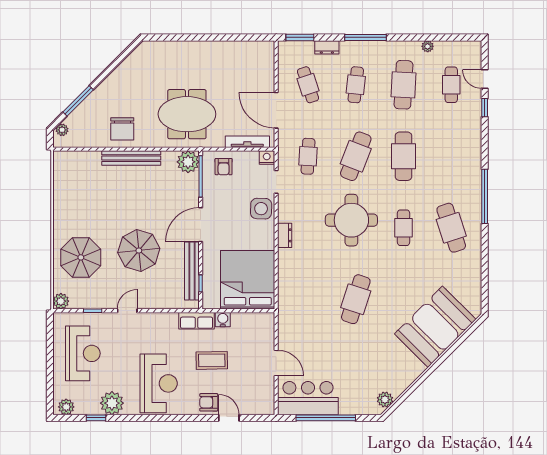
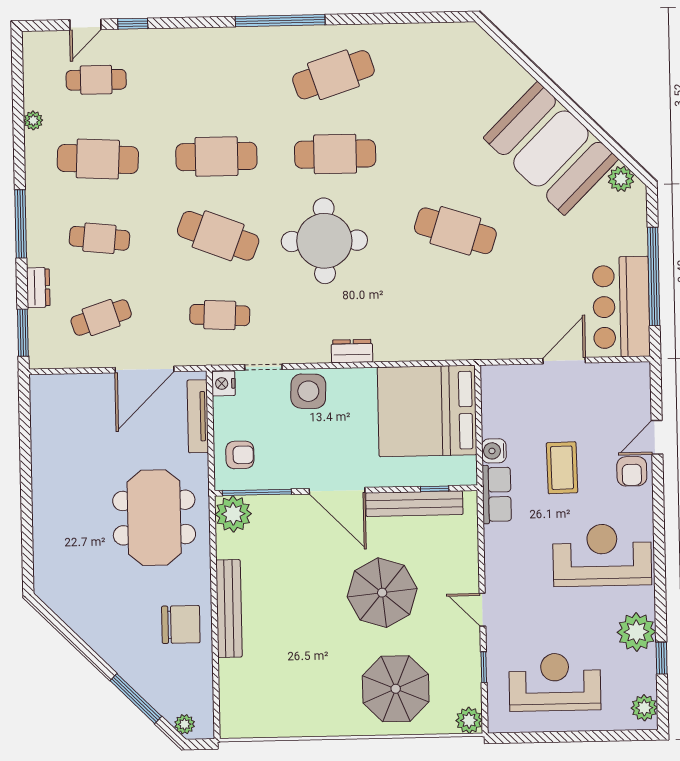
cafe table: (403, 228) -> (335, 154), width x1.37, depth x1.35
booth: (435, 327) -> (551, 148), moved

